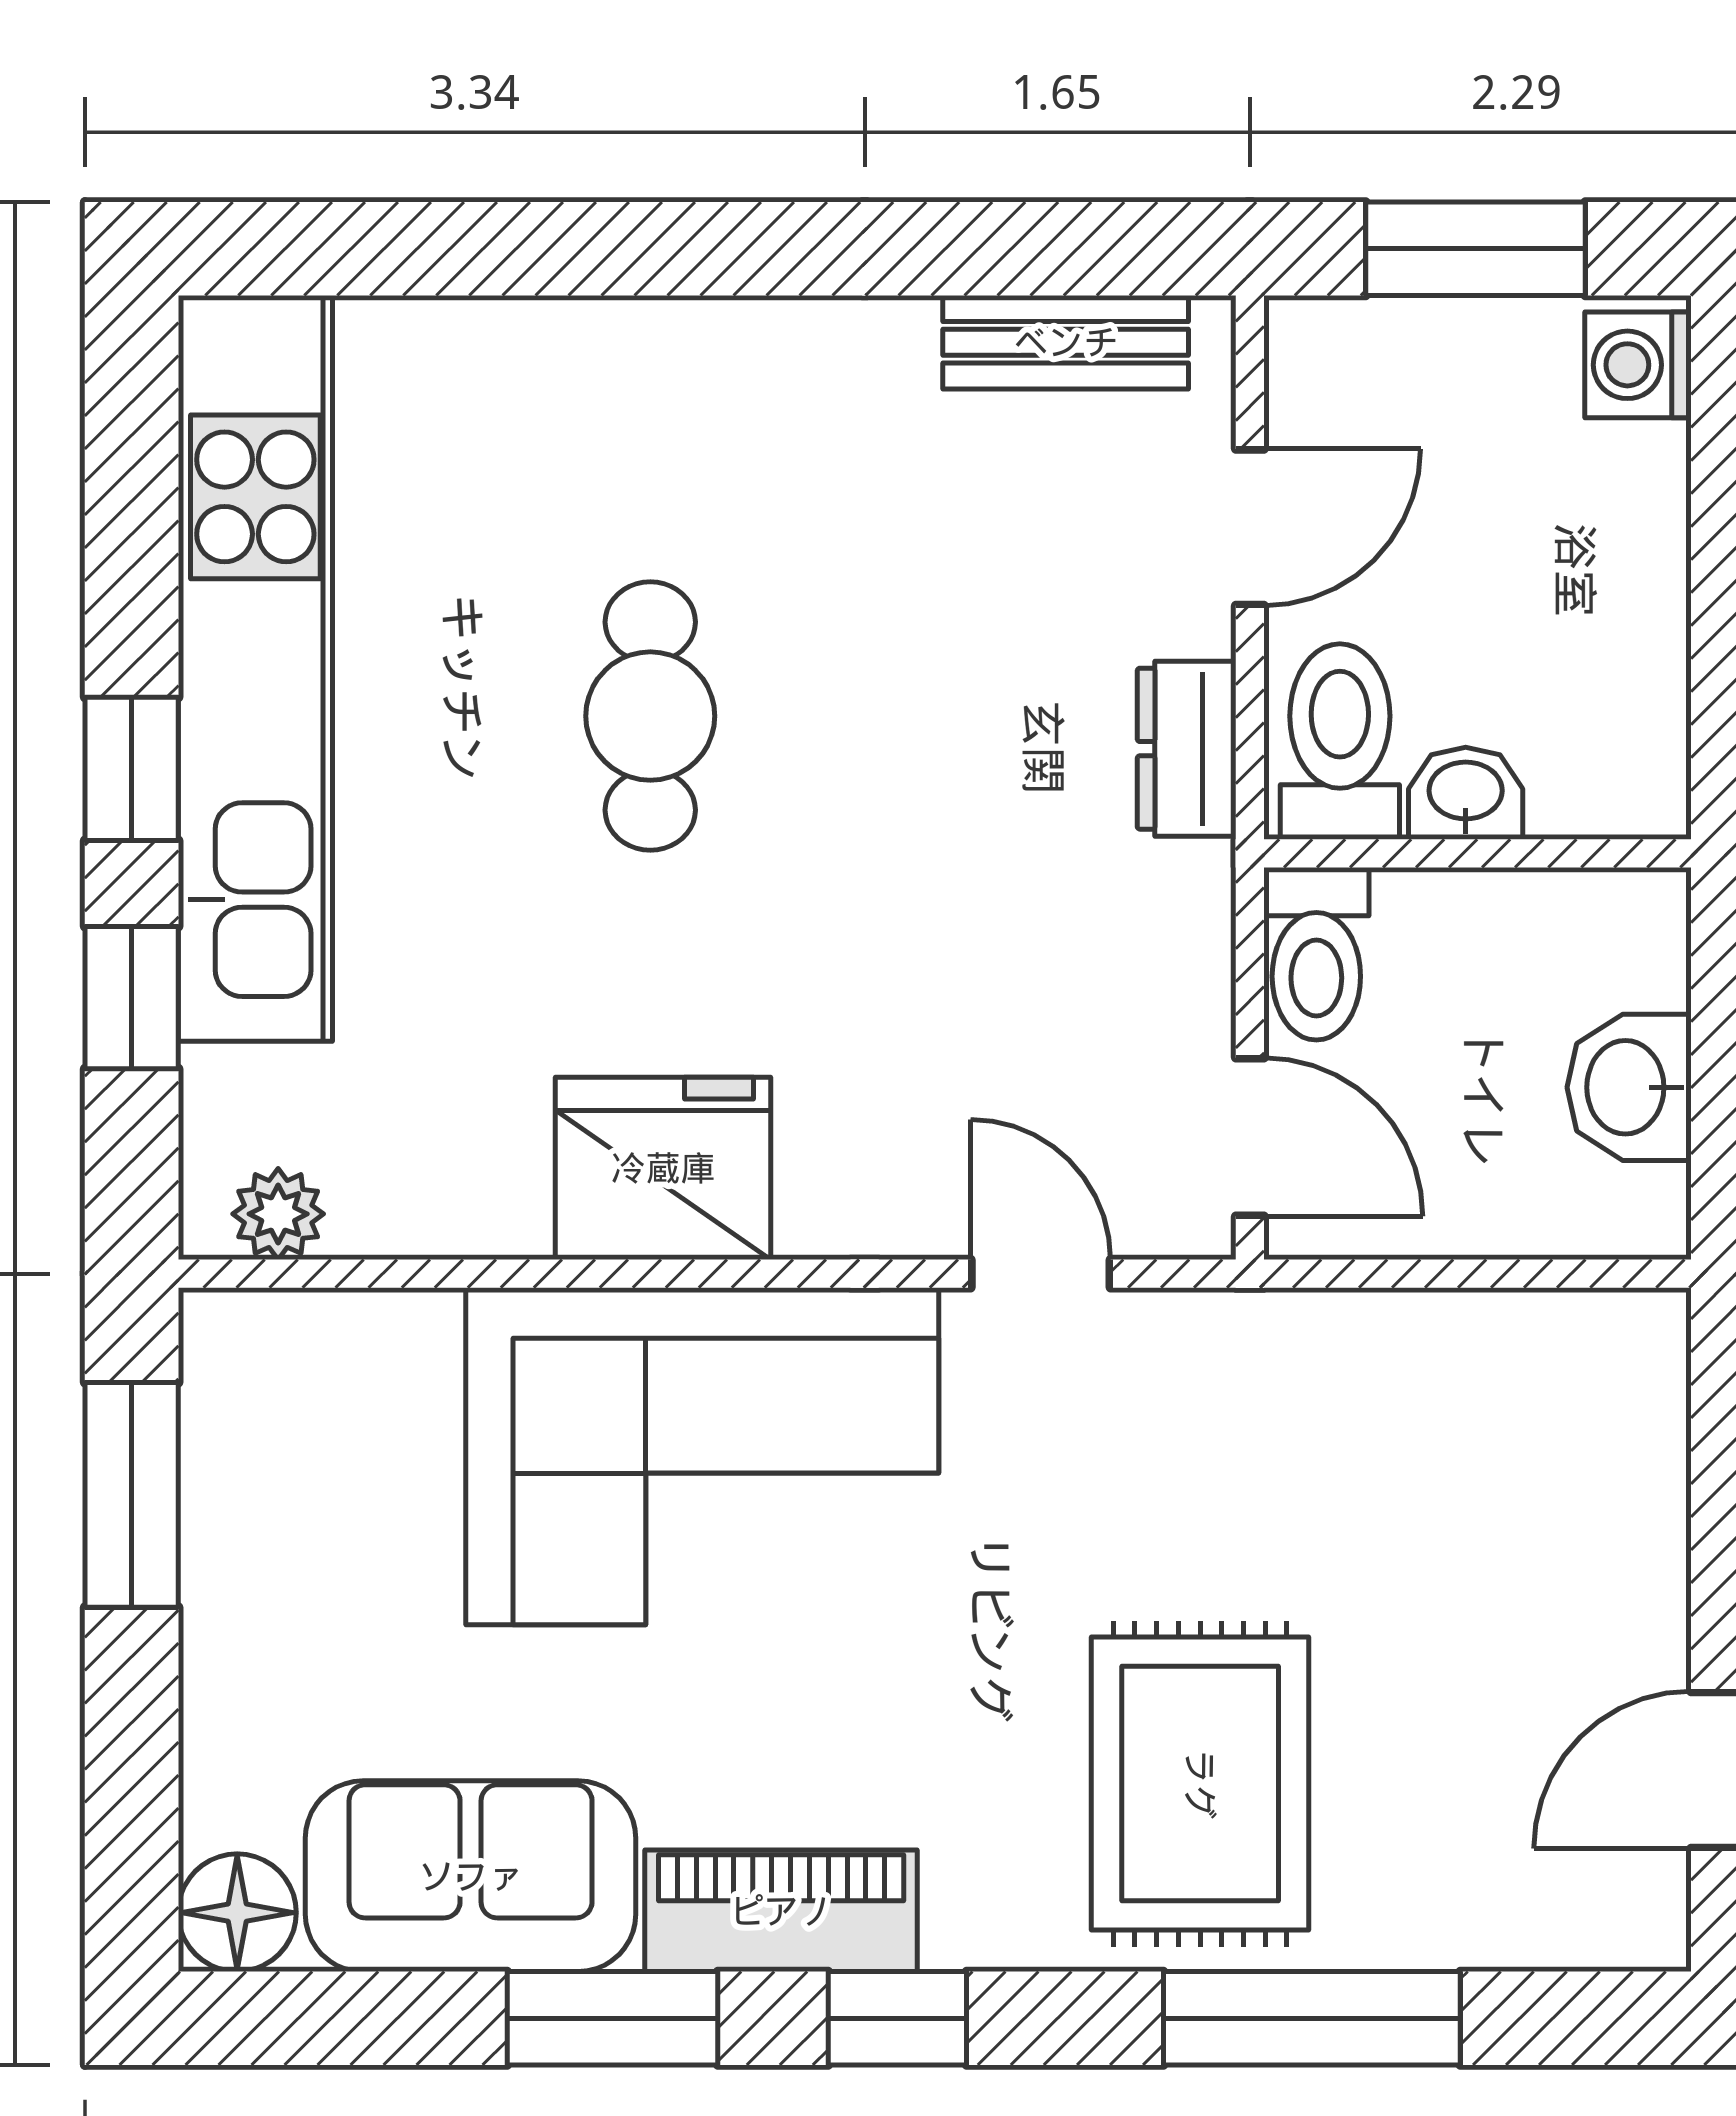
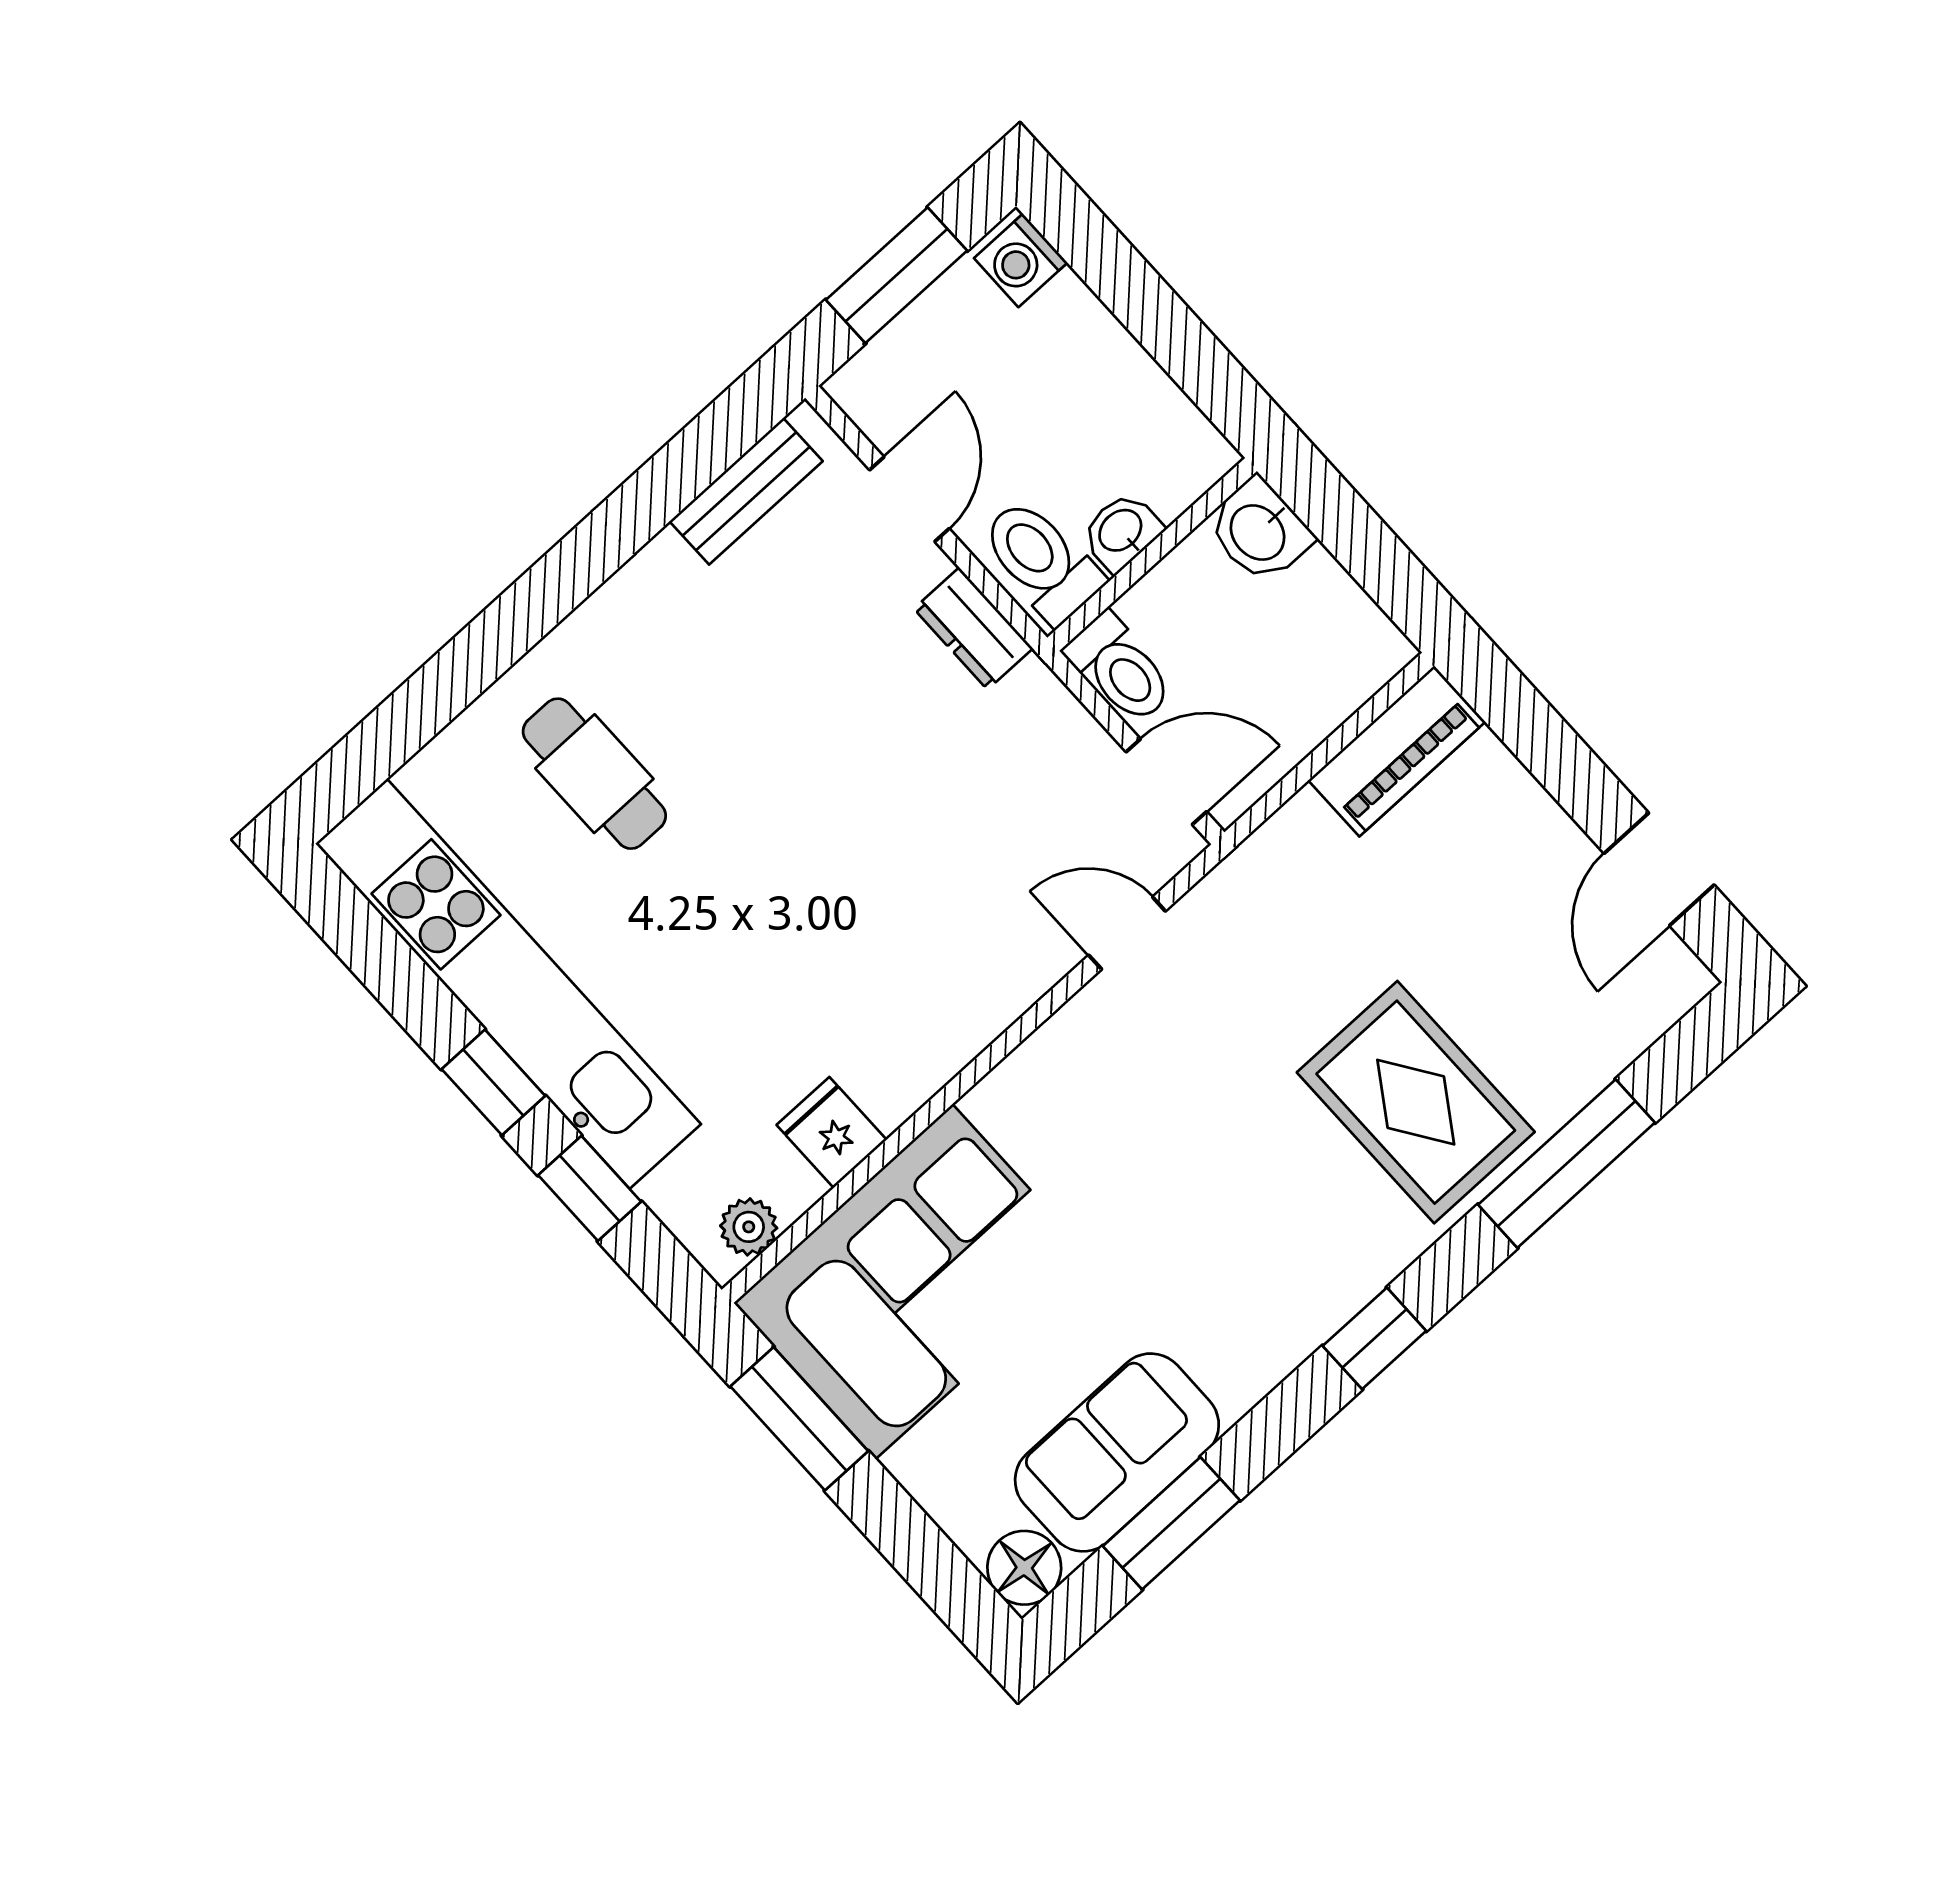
cafe table: (650, 716) -> (594, 774), moved
washbasin: (1629, 1087) -> (1259, 531), moved
fridge: (663, 1168) -> (832, 1132), moved, width x0.53, depth x0.75
corner sofa: (702, 1456) -> (914, 1282), moved
piano: (781, 1911) -> (1397, 751), moved, turned 180
window: (612, 2018) -> (1171, 1523), moved

